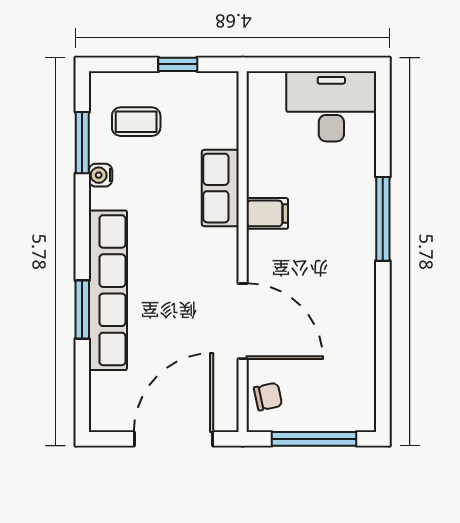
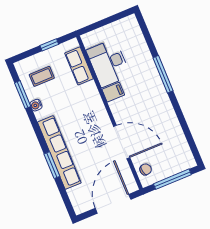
desk: (331, 106) -> (108, 63), moved, turned -90
row of seats: (220, 188) -> (79, 66), moved

